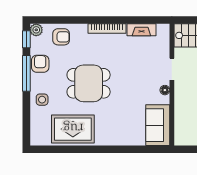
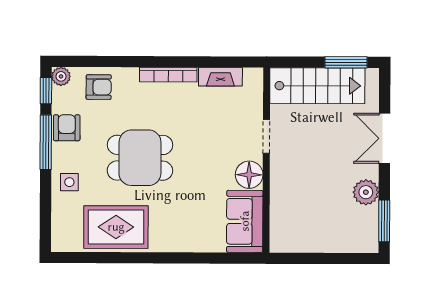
floor lamp: (165, 90) -> (249, 175), width x1.89, depth x1.89

